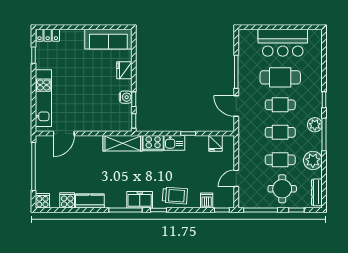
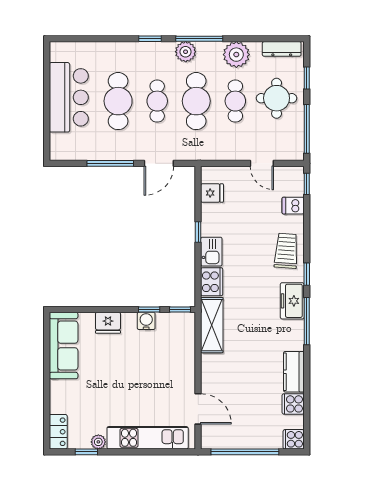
plant: (41, 63) -> (98, 442), added
cafe table: (280, 132) -> (196, 101), width x1.37, depth x1.35

